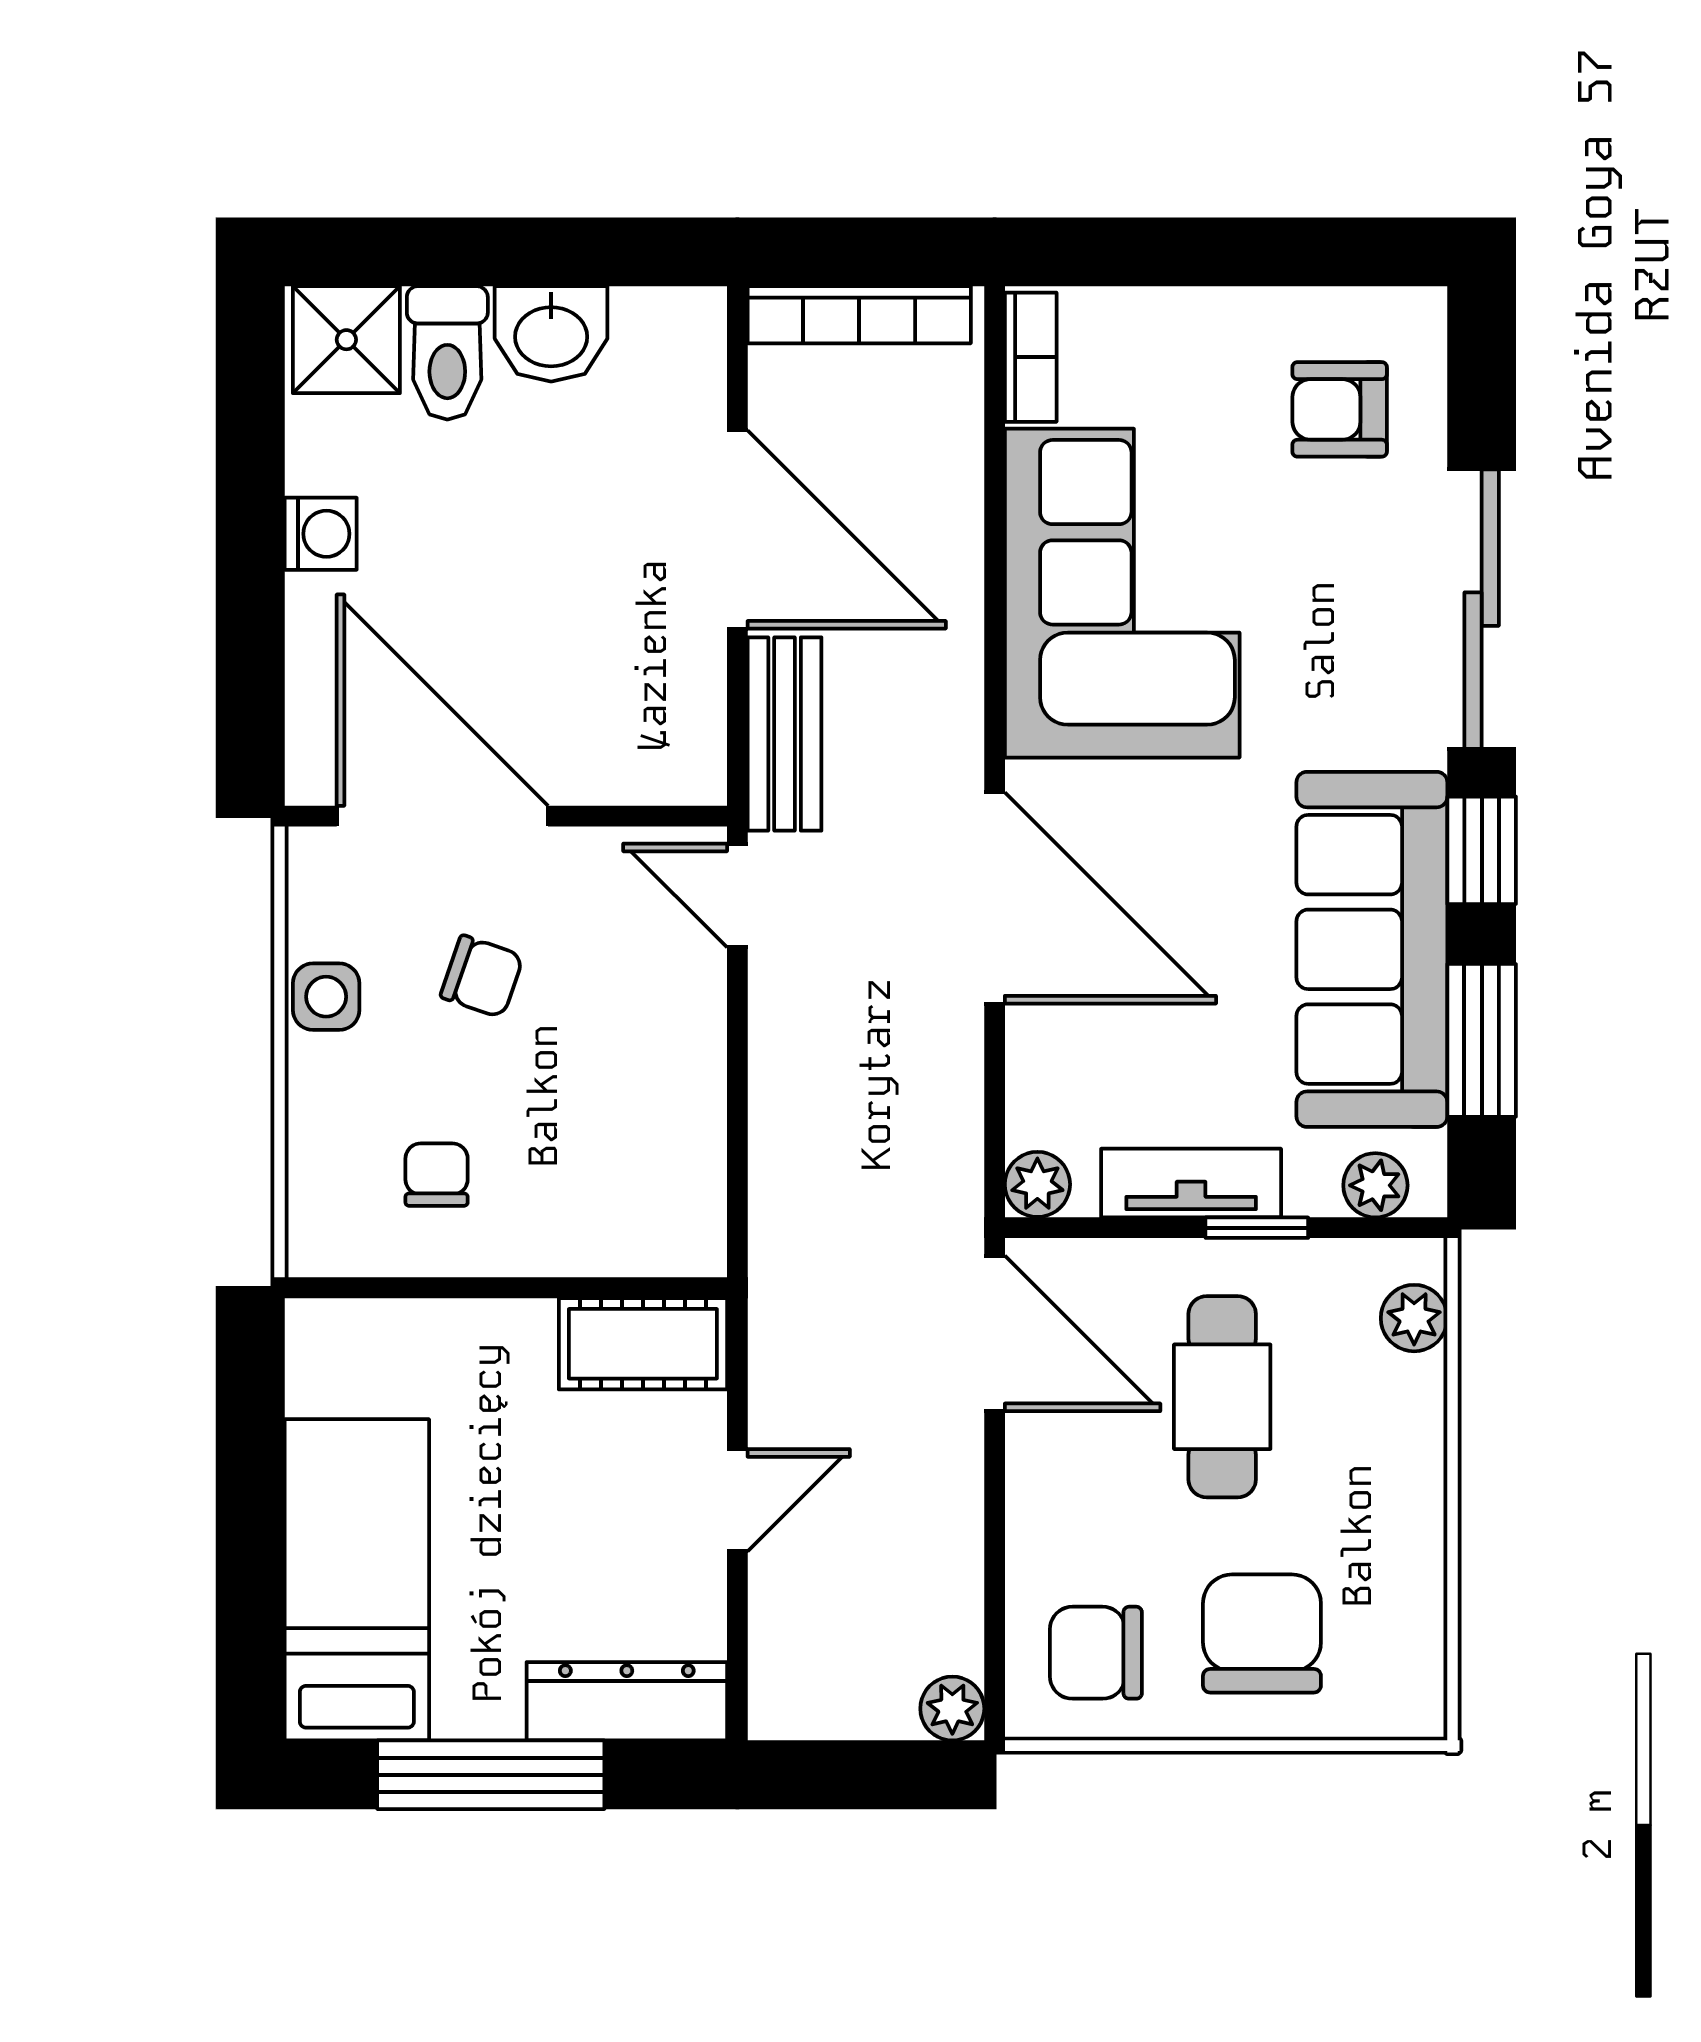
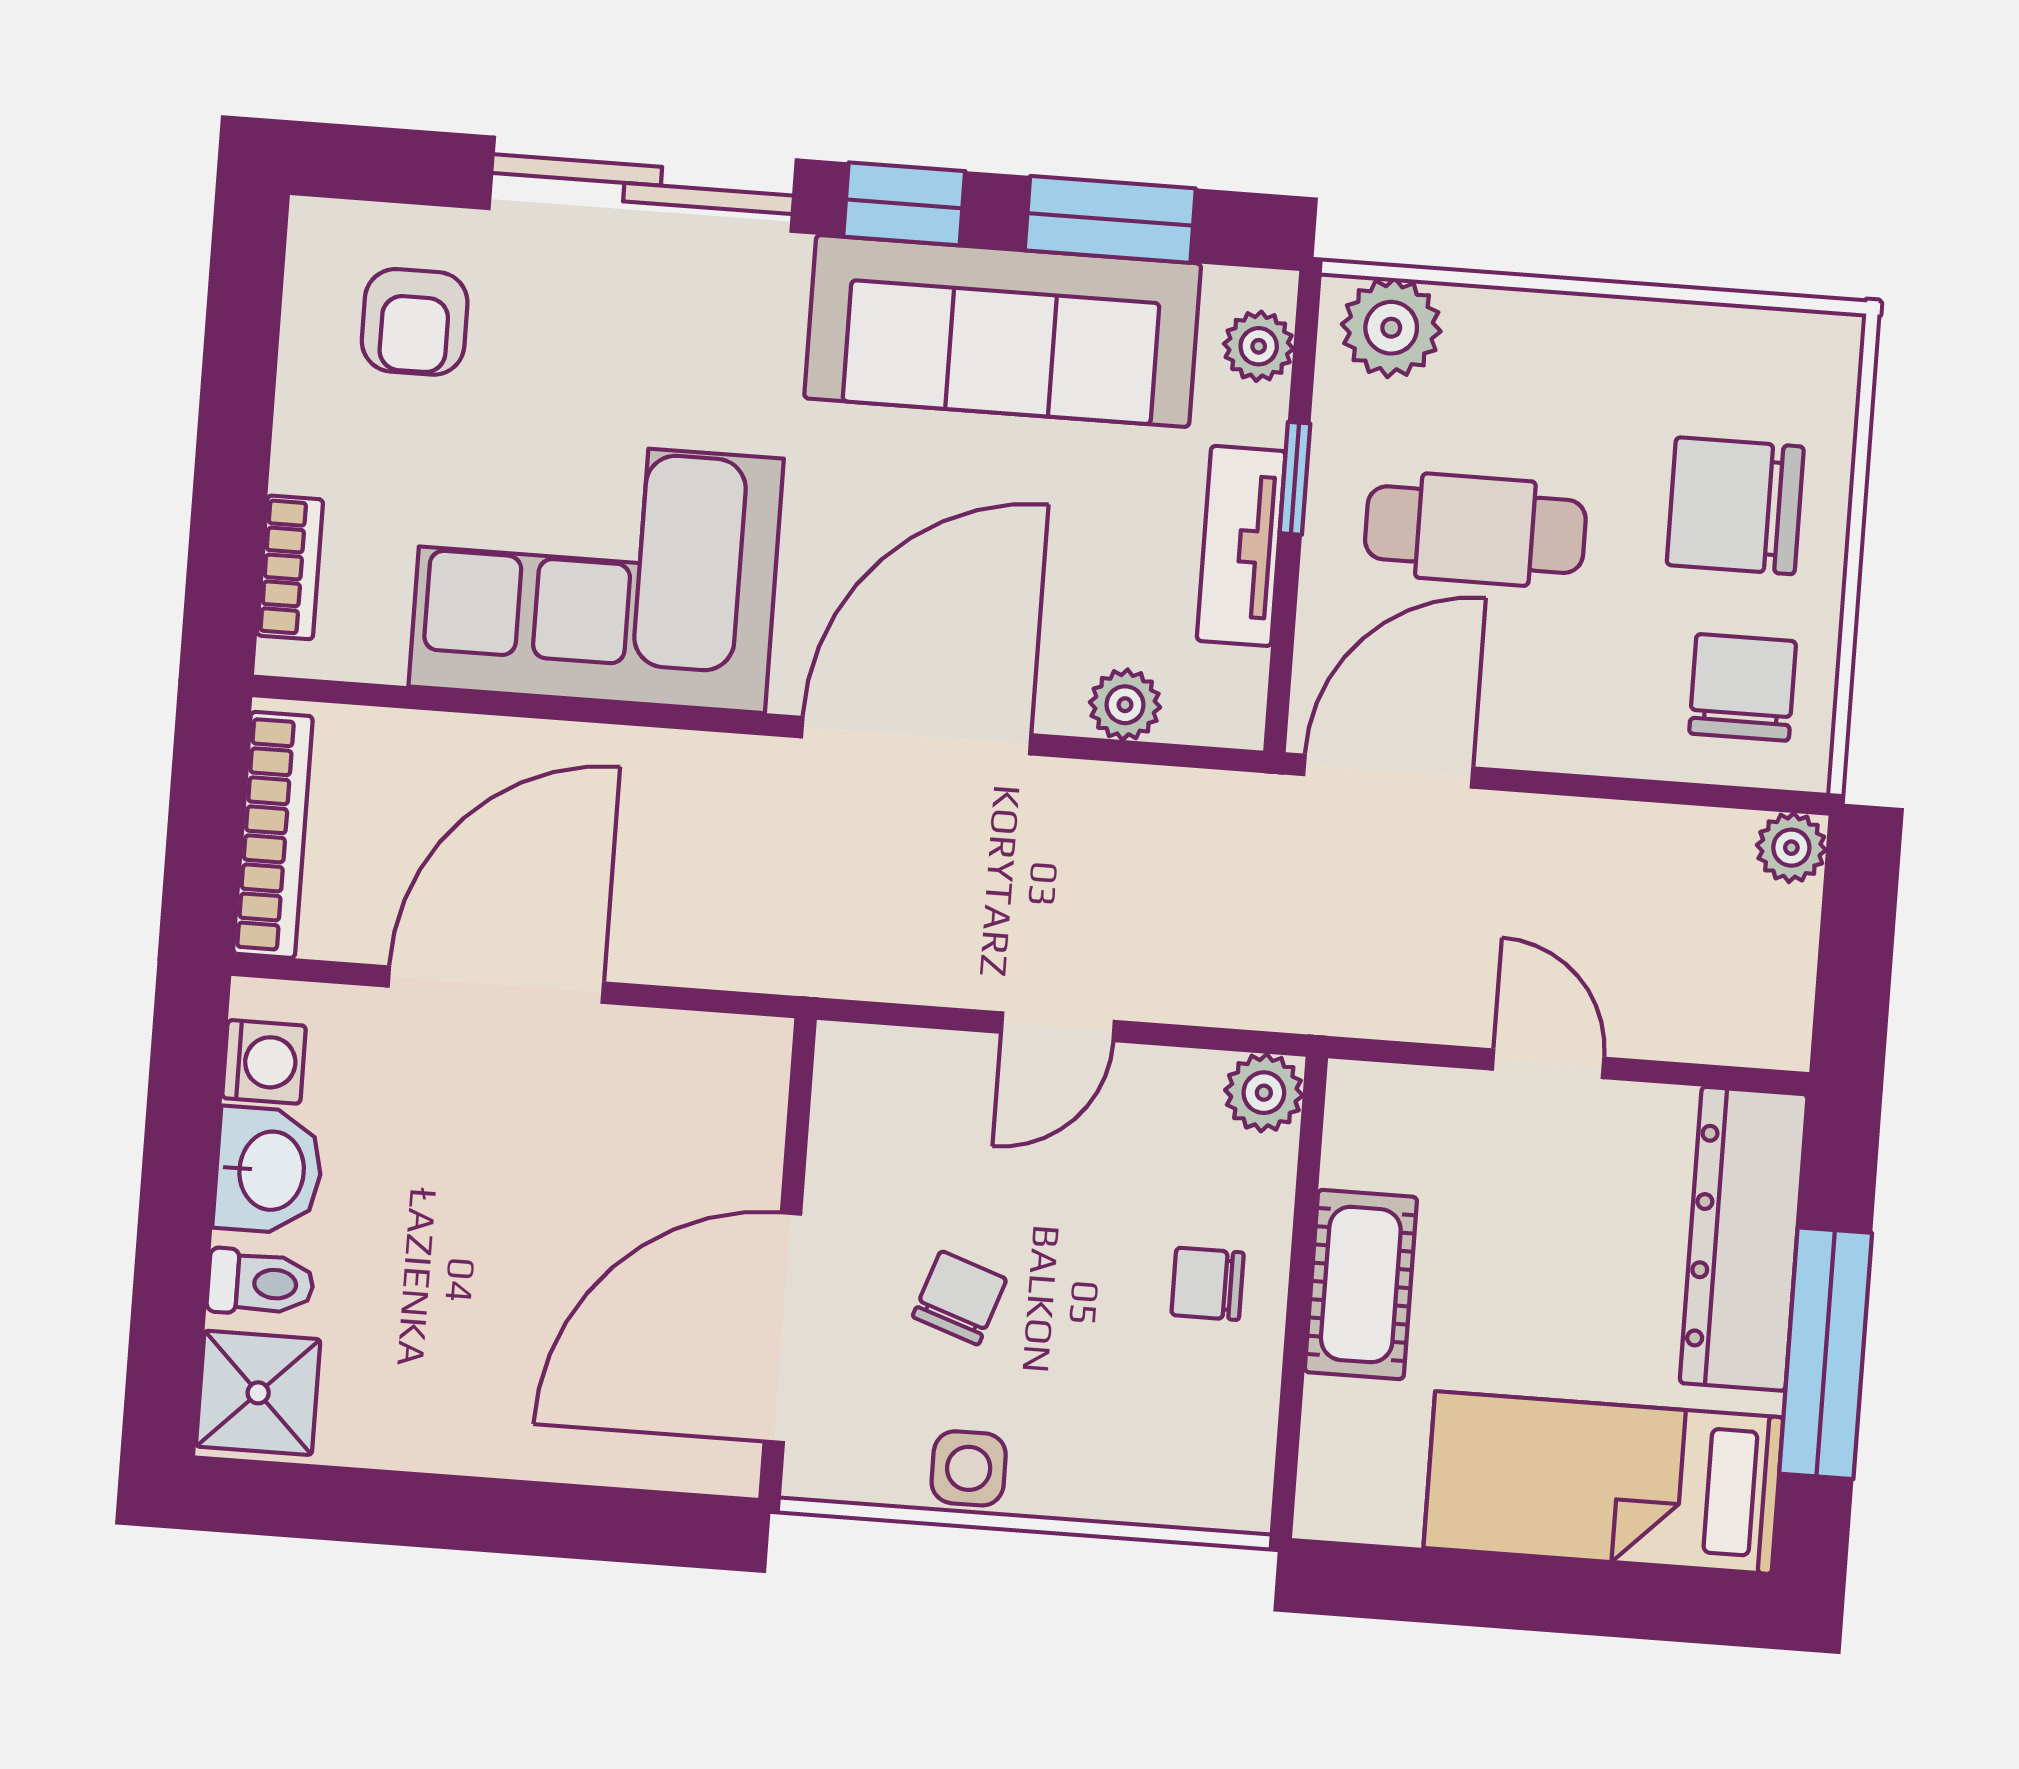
toilet: (447, 353) -> (261, 1283), width x0.73, depth x0.72
bookcase: (1031, 357) -> (290, 567), moved, turned 90
washing machine: (321, 534) -> (264, 1062), moved, turned 90
bench: (785, 734) -> (721, 950), removed
door: (737, 895) -> (1058, 1027), moved
chair: (437, 1175) -> (1208, 1284), moved
plant: (1037, 1184) -> (1125, 705), moved
plant: (691, 1242) -> (1264, 1093), added
plant: (1414, 1318) -> (1391, 328), width x1.38, depth x1.38
cot: (643, 1344) -> (1361, 1285), moved
chair: (1096, 1653) -> (1743, 687), turned 180
dresser: (627, 1701) -> (1744, 1239), width x1.37, depth x1.24

